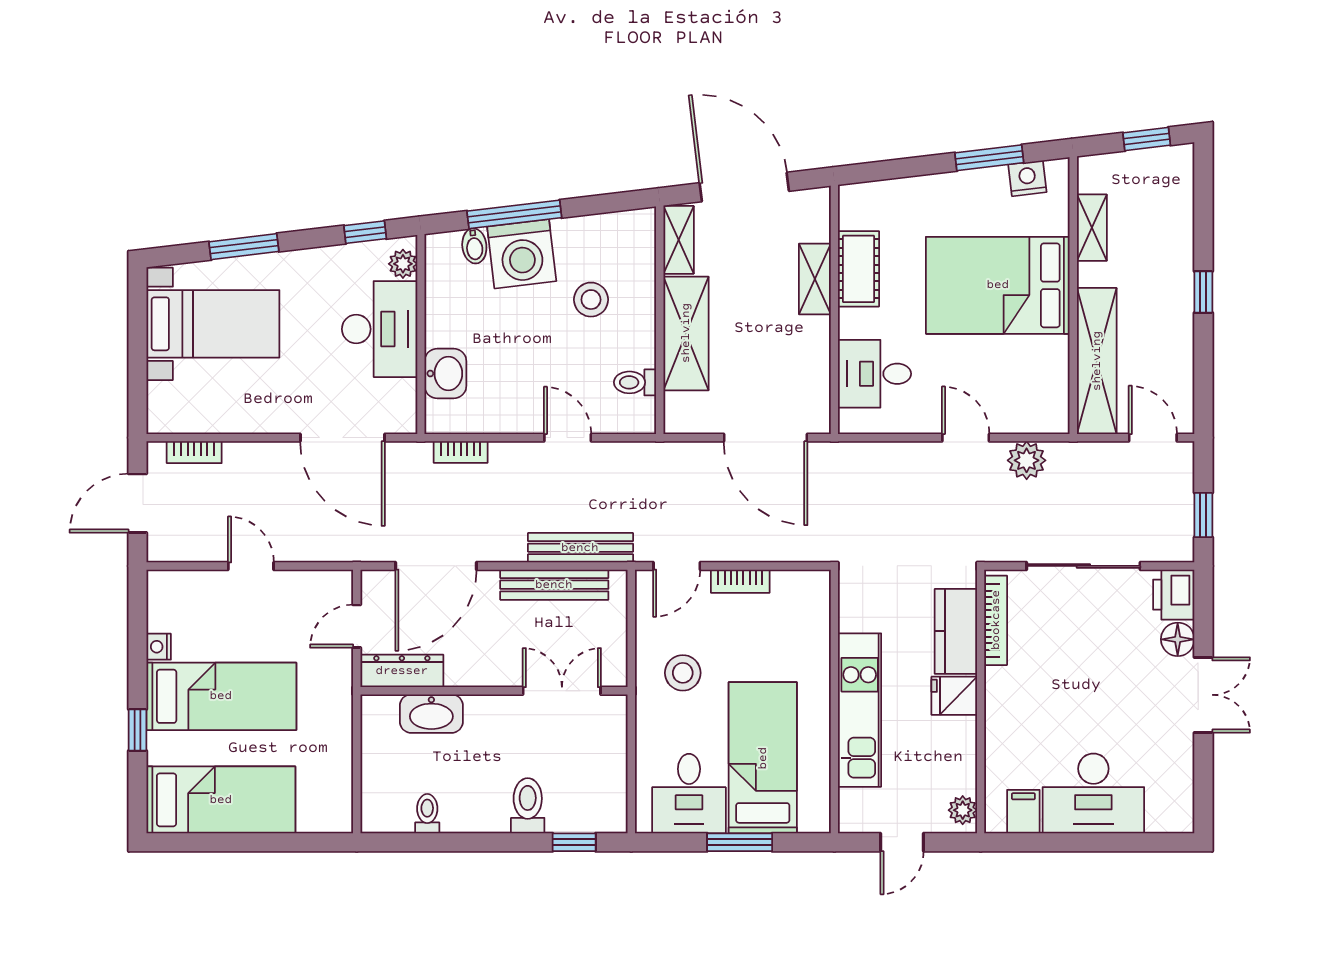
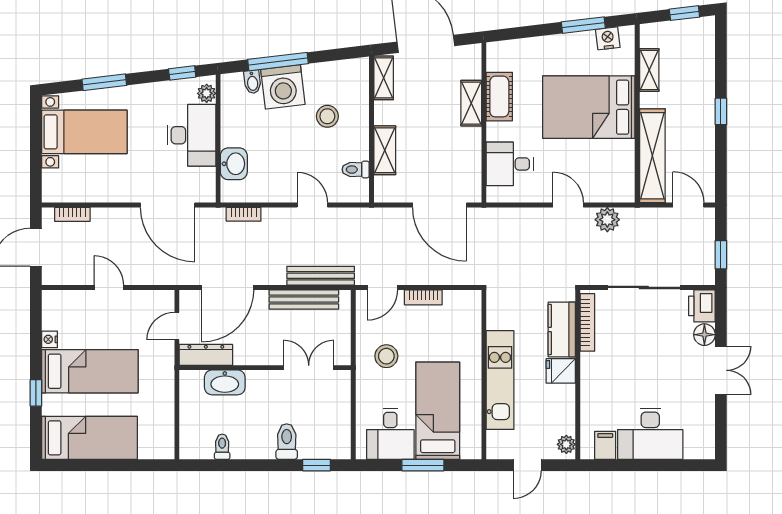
shelving: (686, 333) -> (385, 150), width x0.67, depth x0.75

